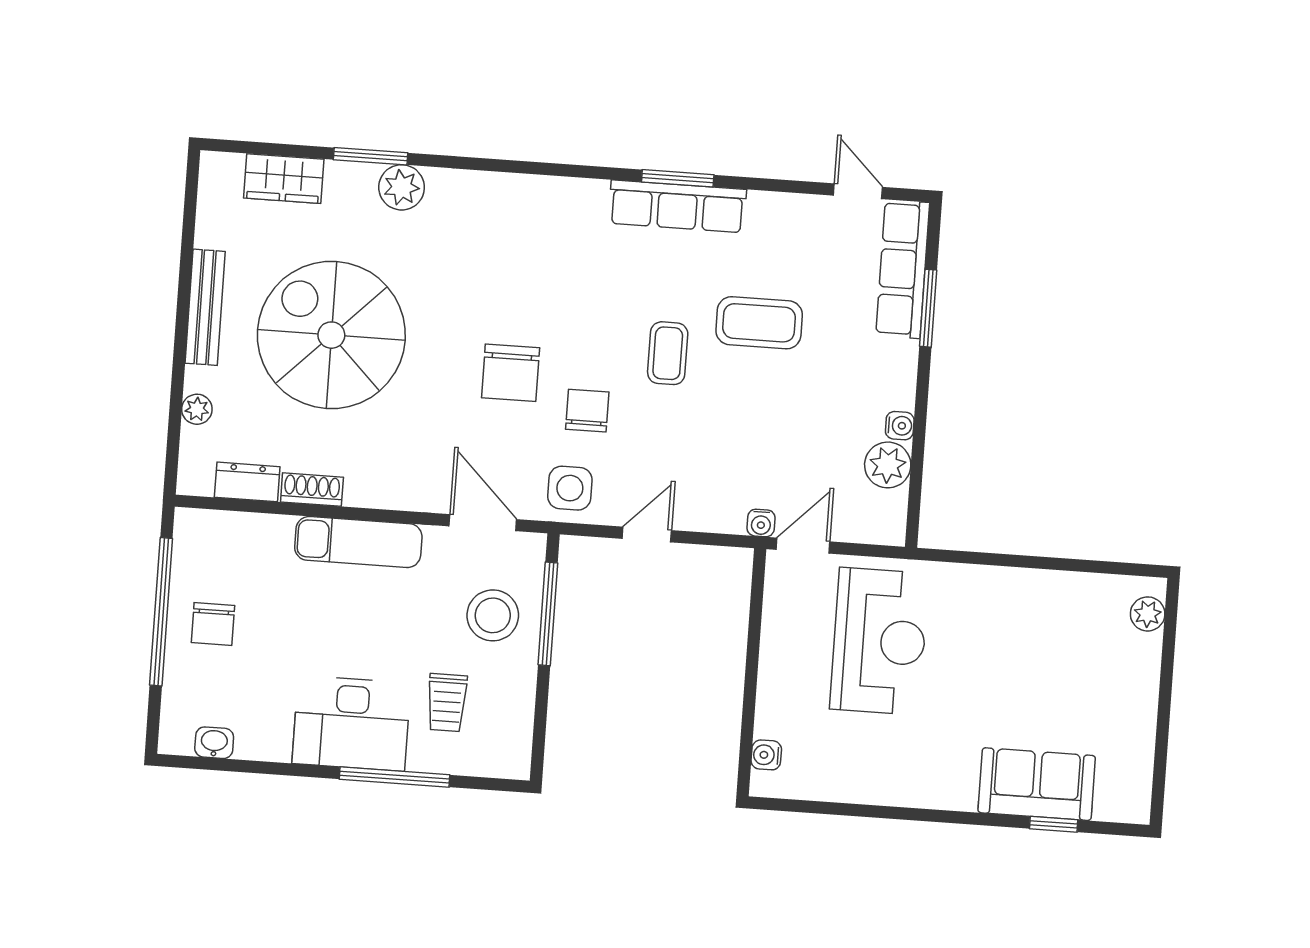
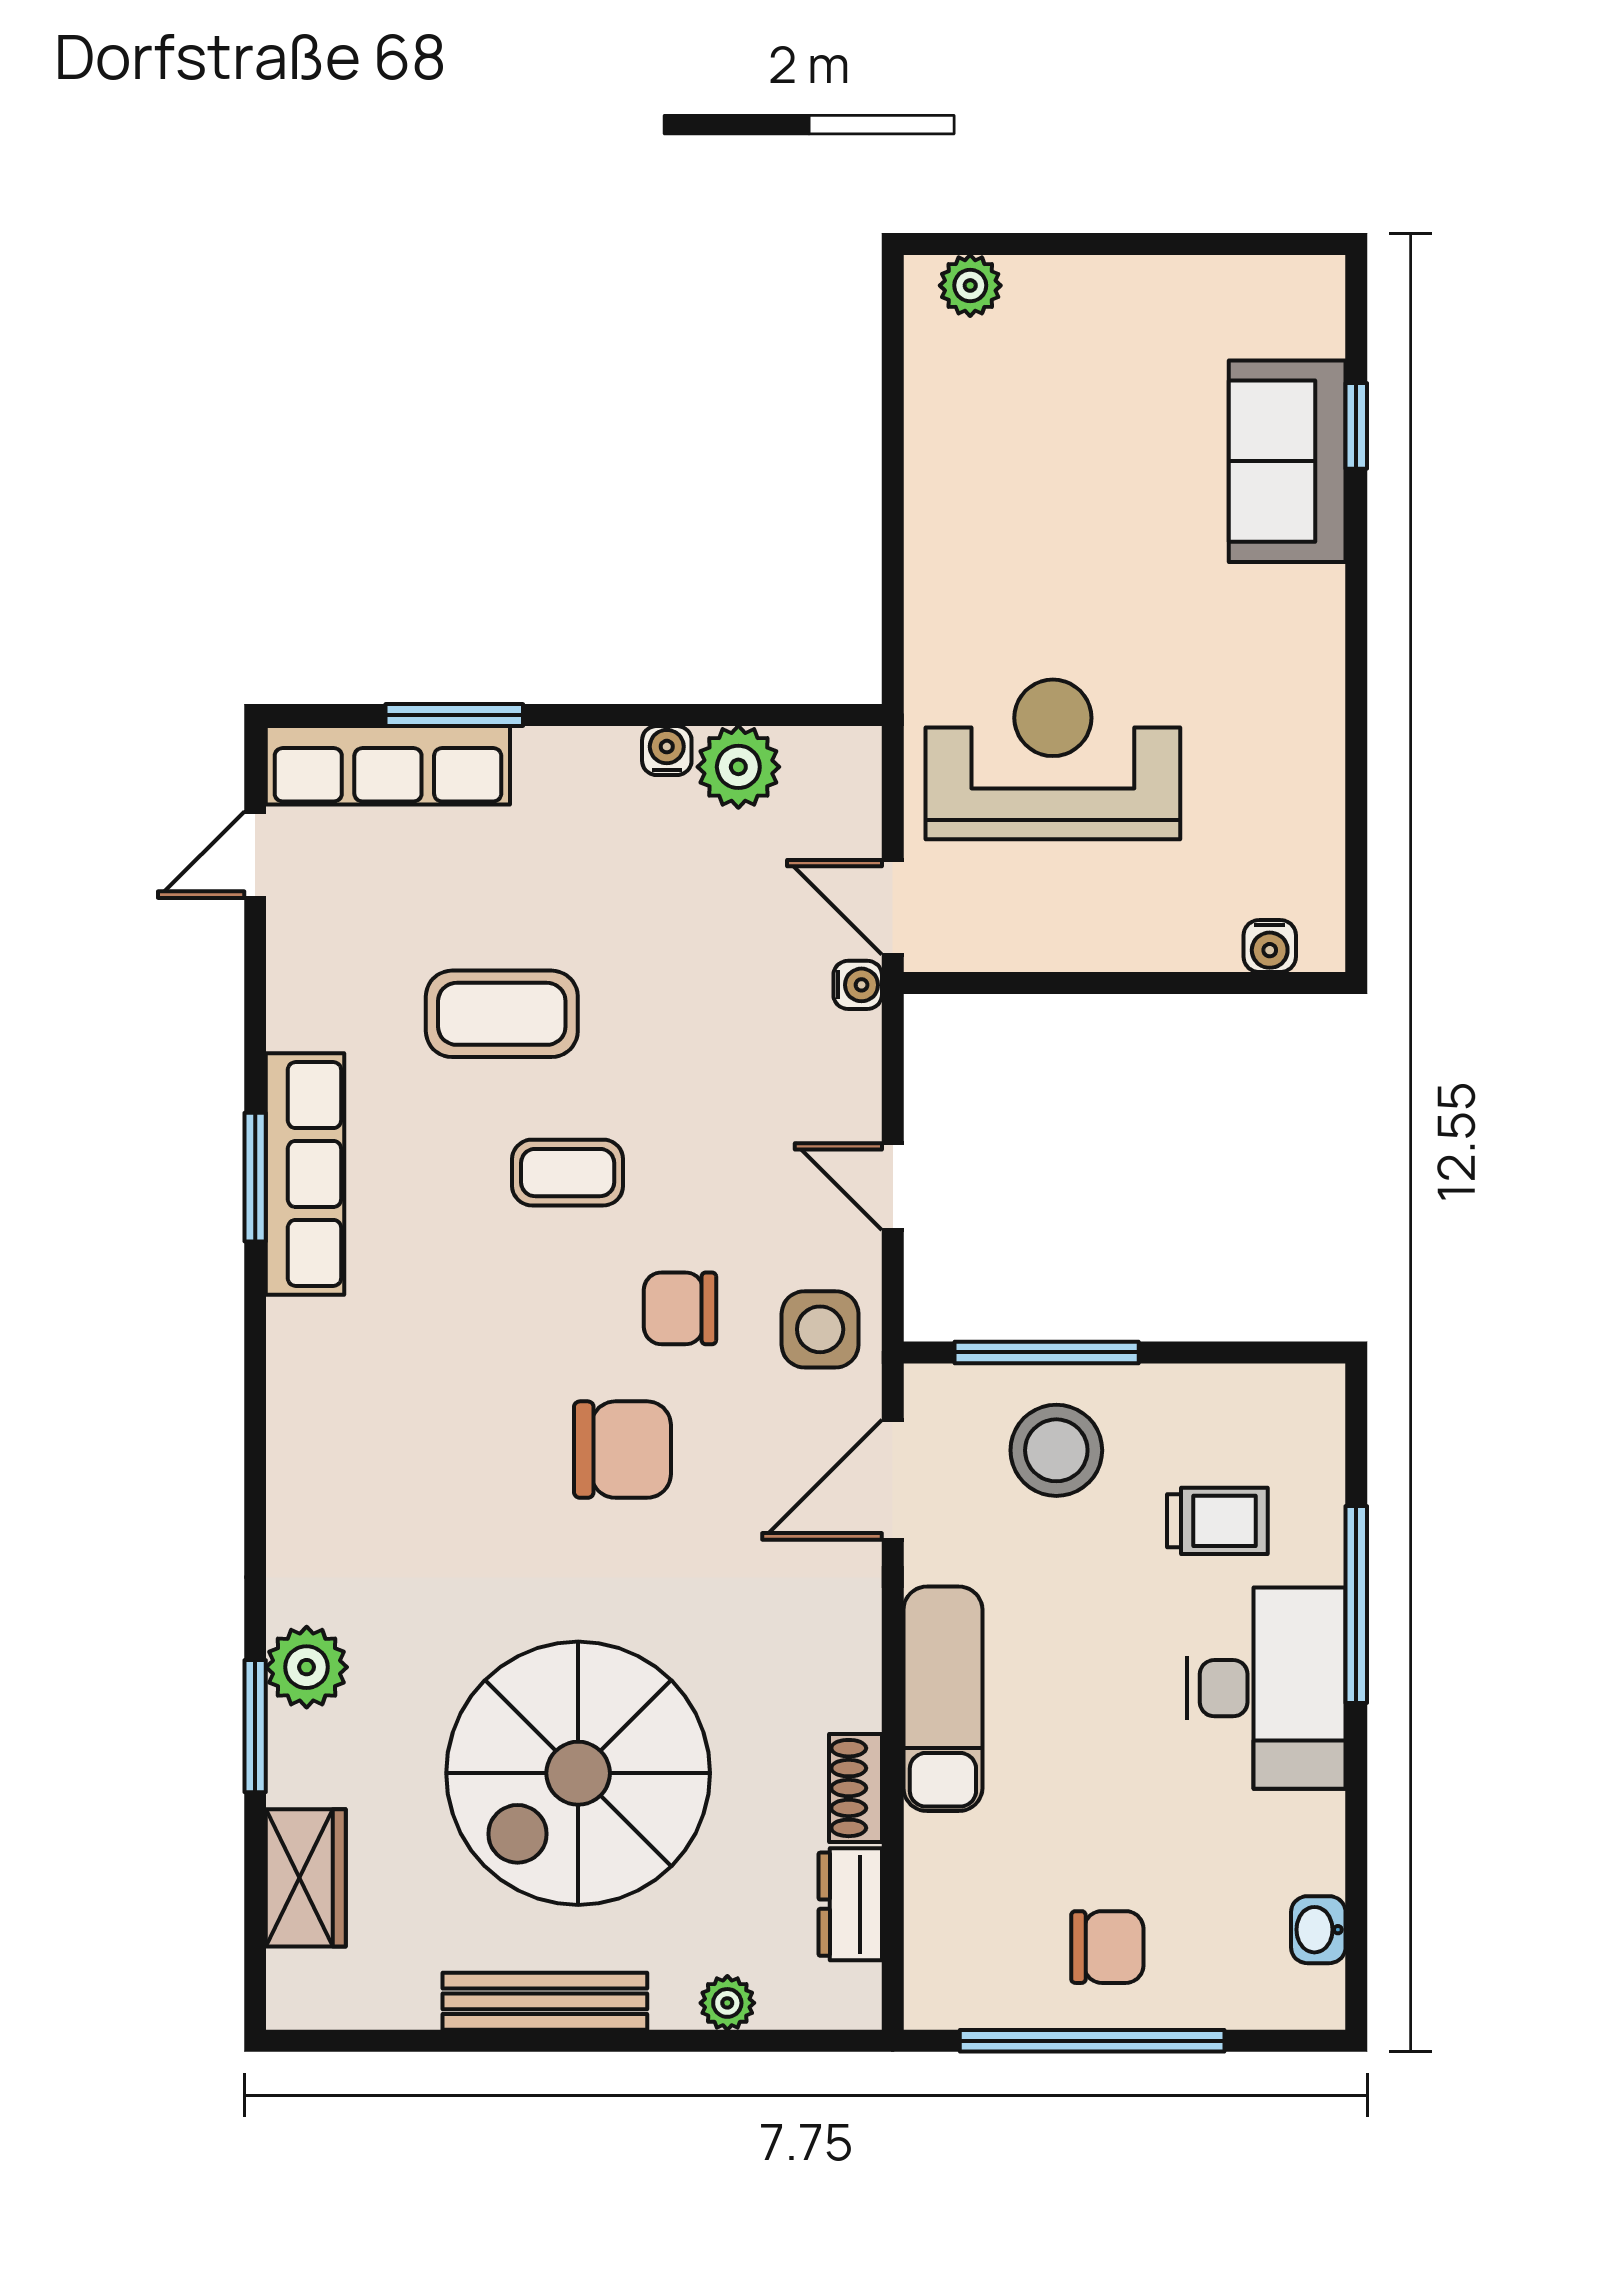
coffee table: (759, 323) -> (502, 1014), turned 90

